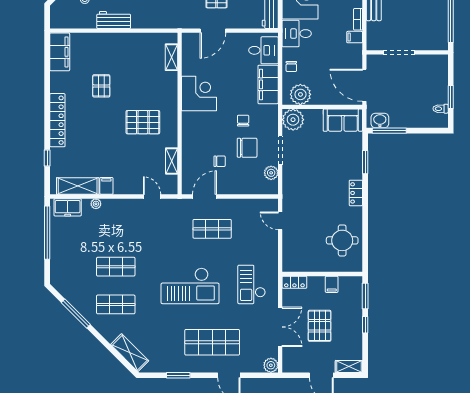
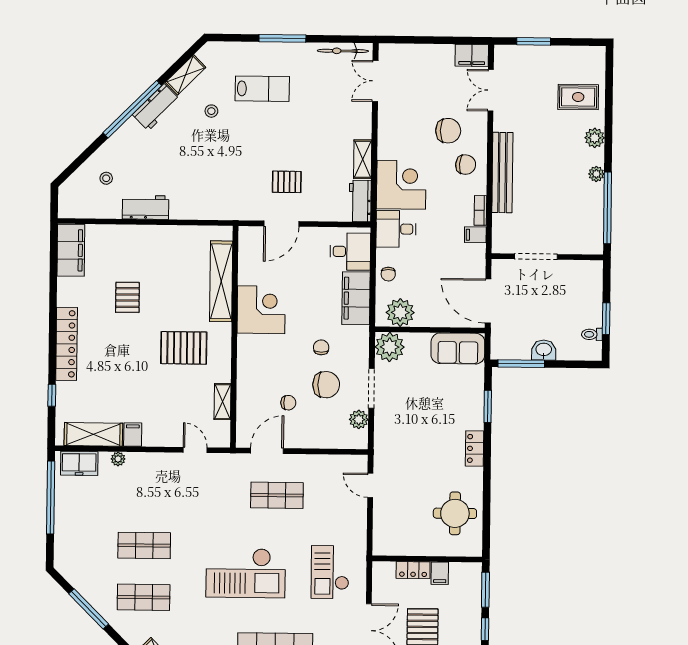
shelving: (172, 57) -> (221, 281), width x2.20, depth x1.33
washbasin: (380, 120) -> (544, 350), moved
locker: (294, 282) -> (413, 570), moved

